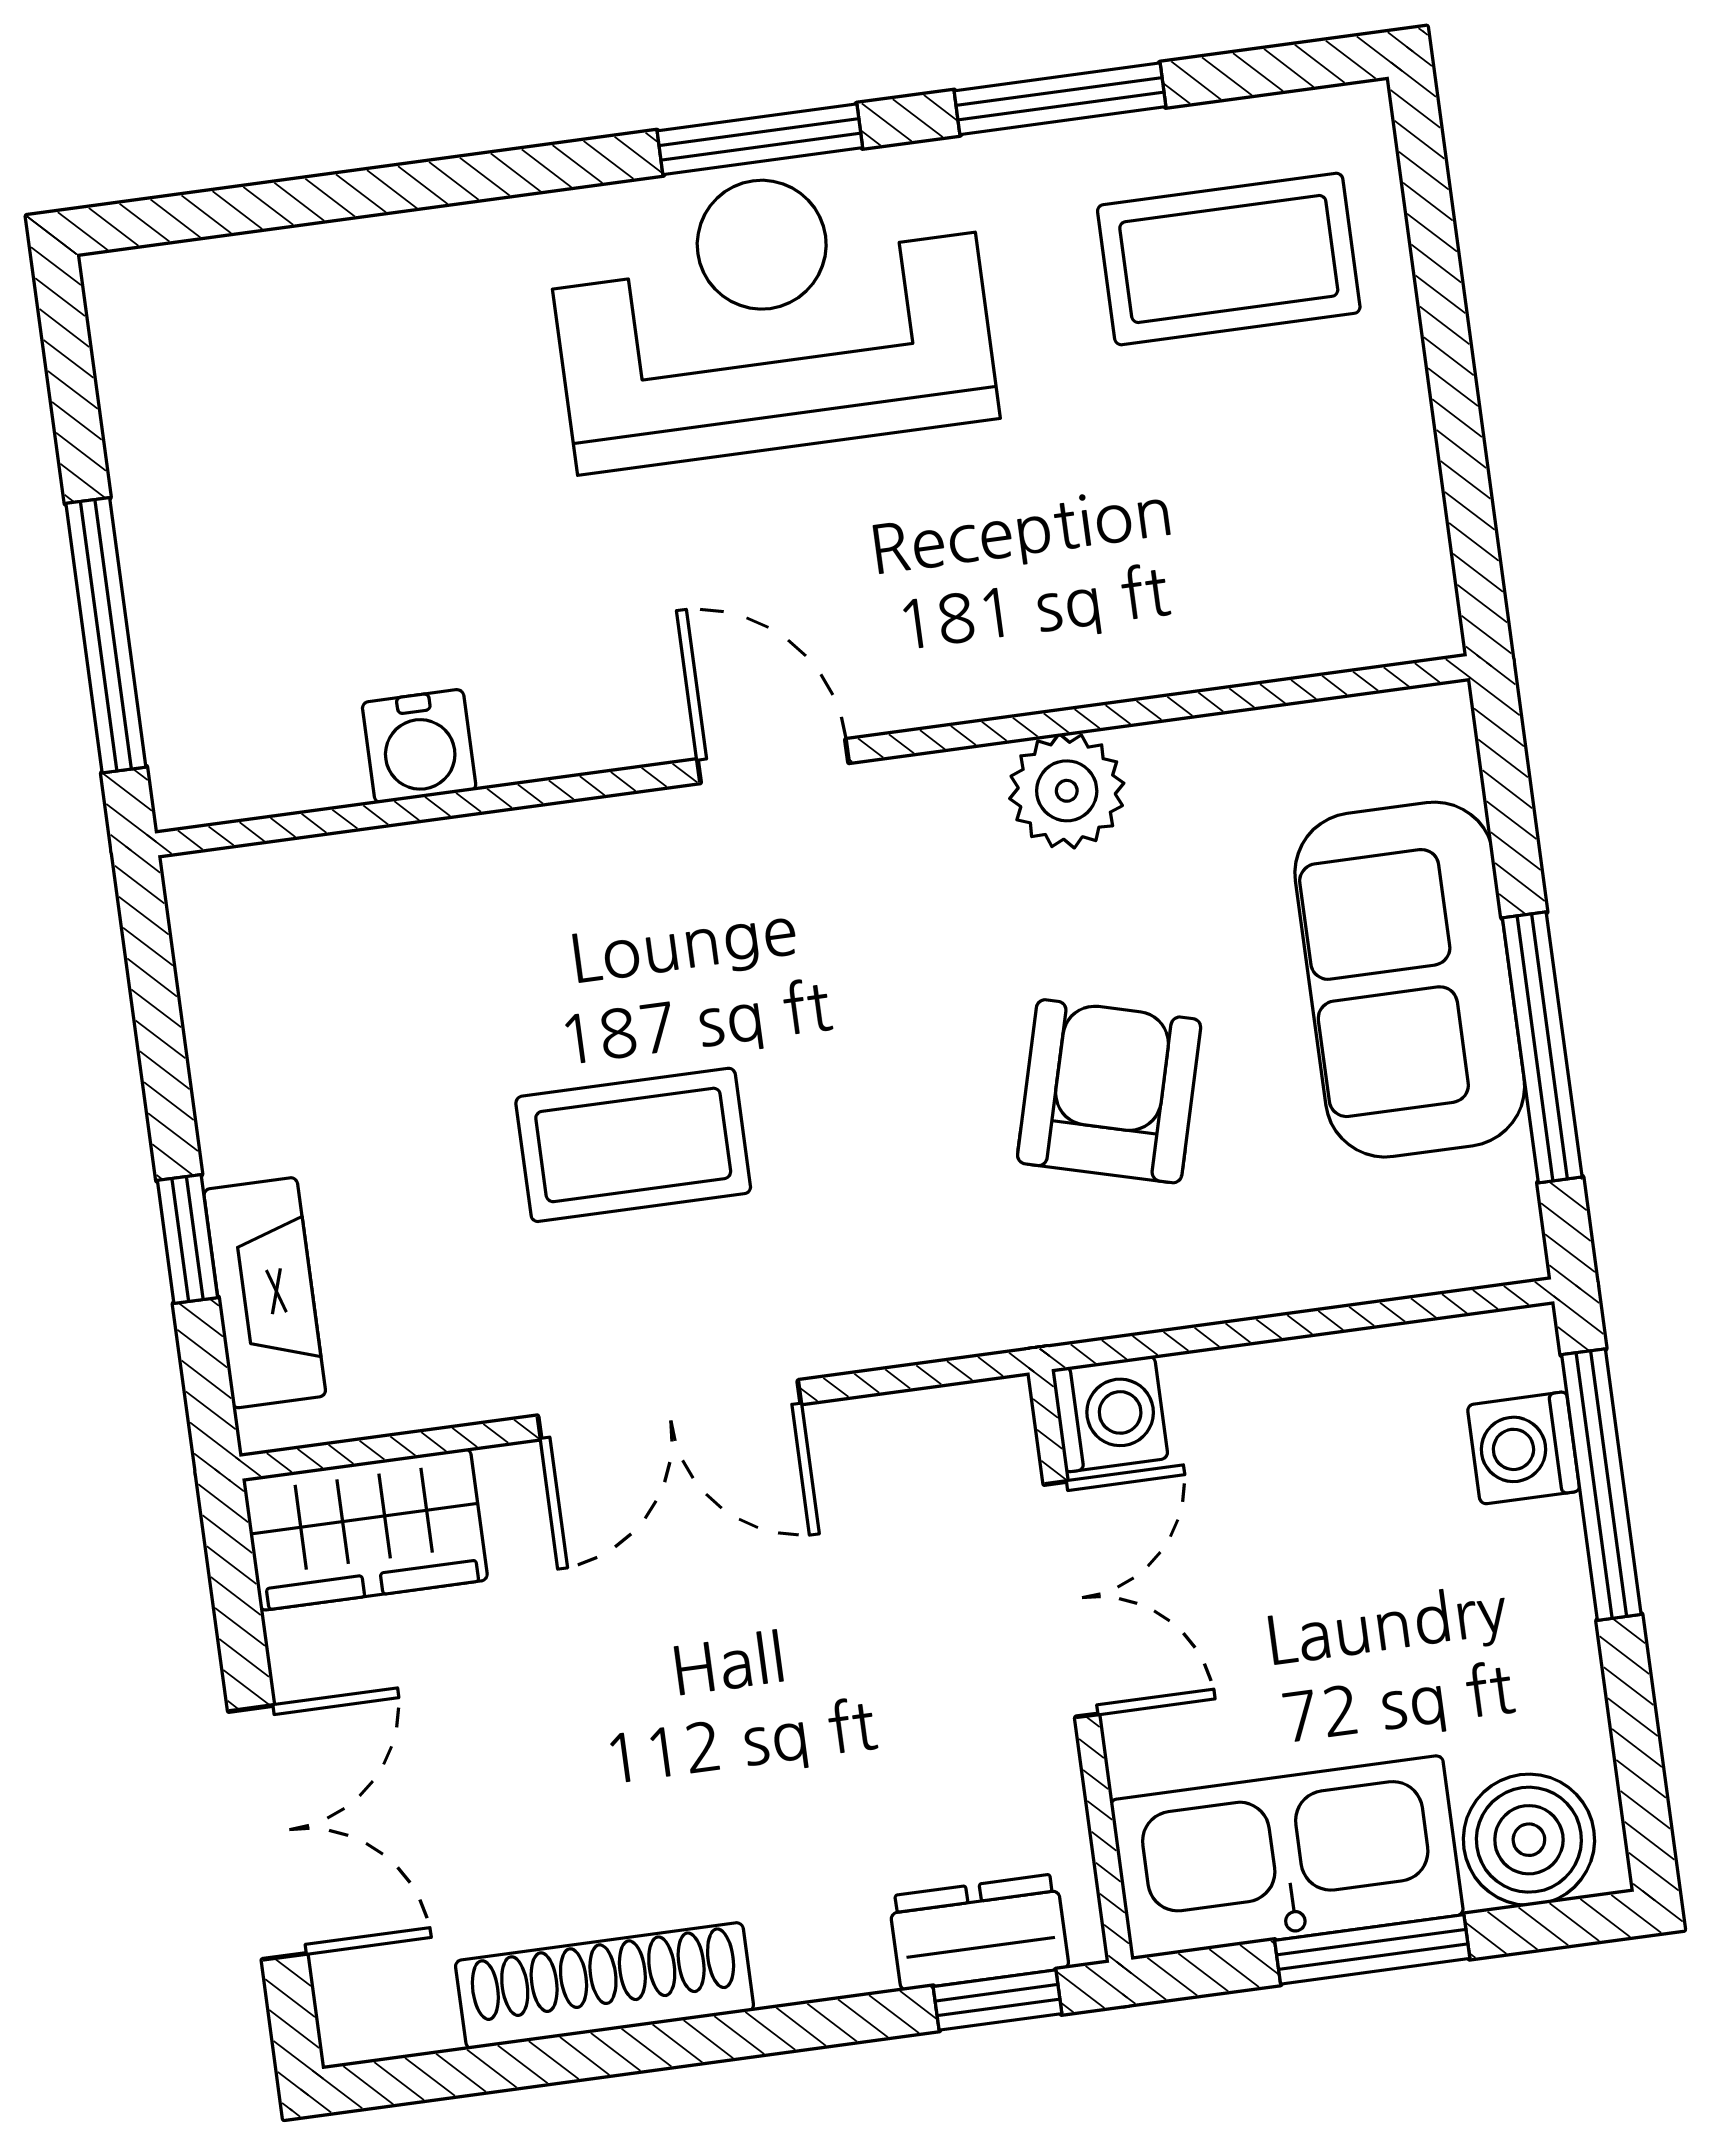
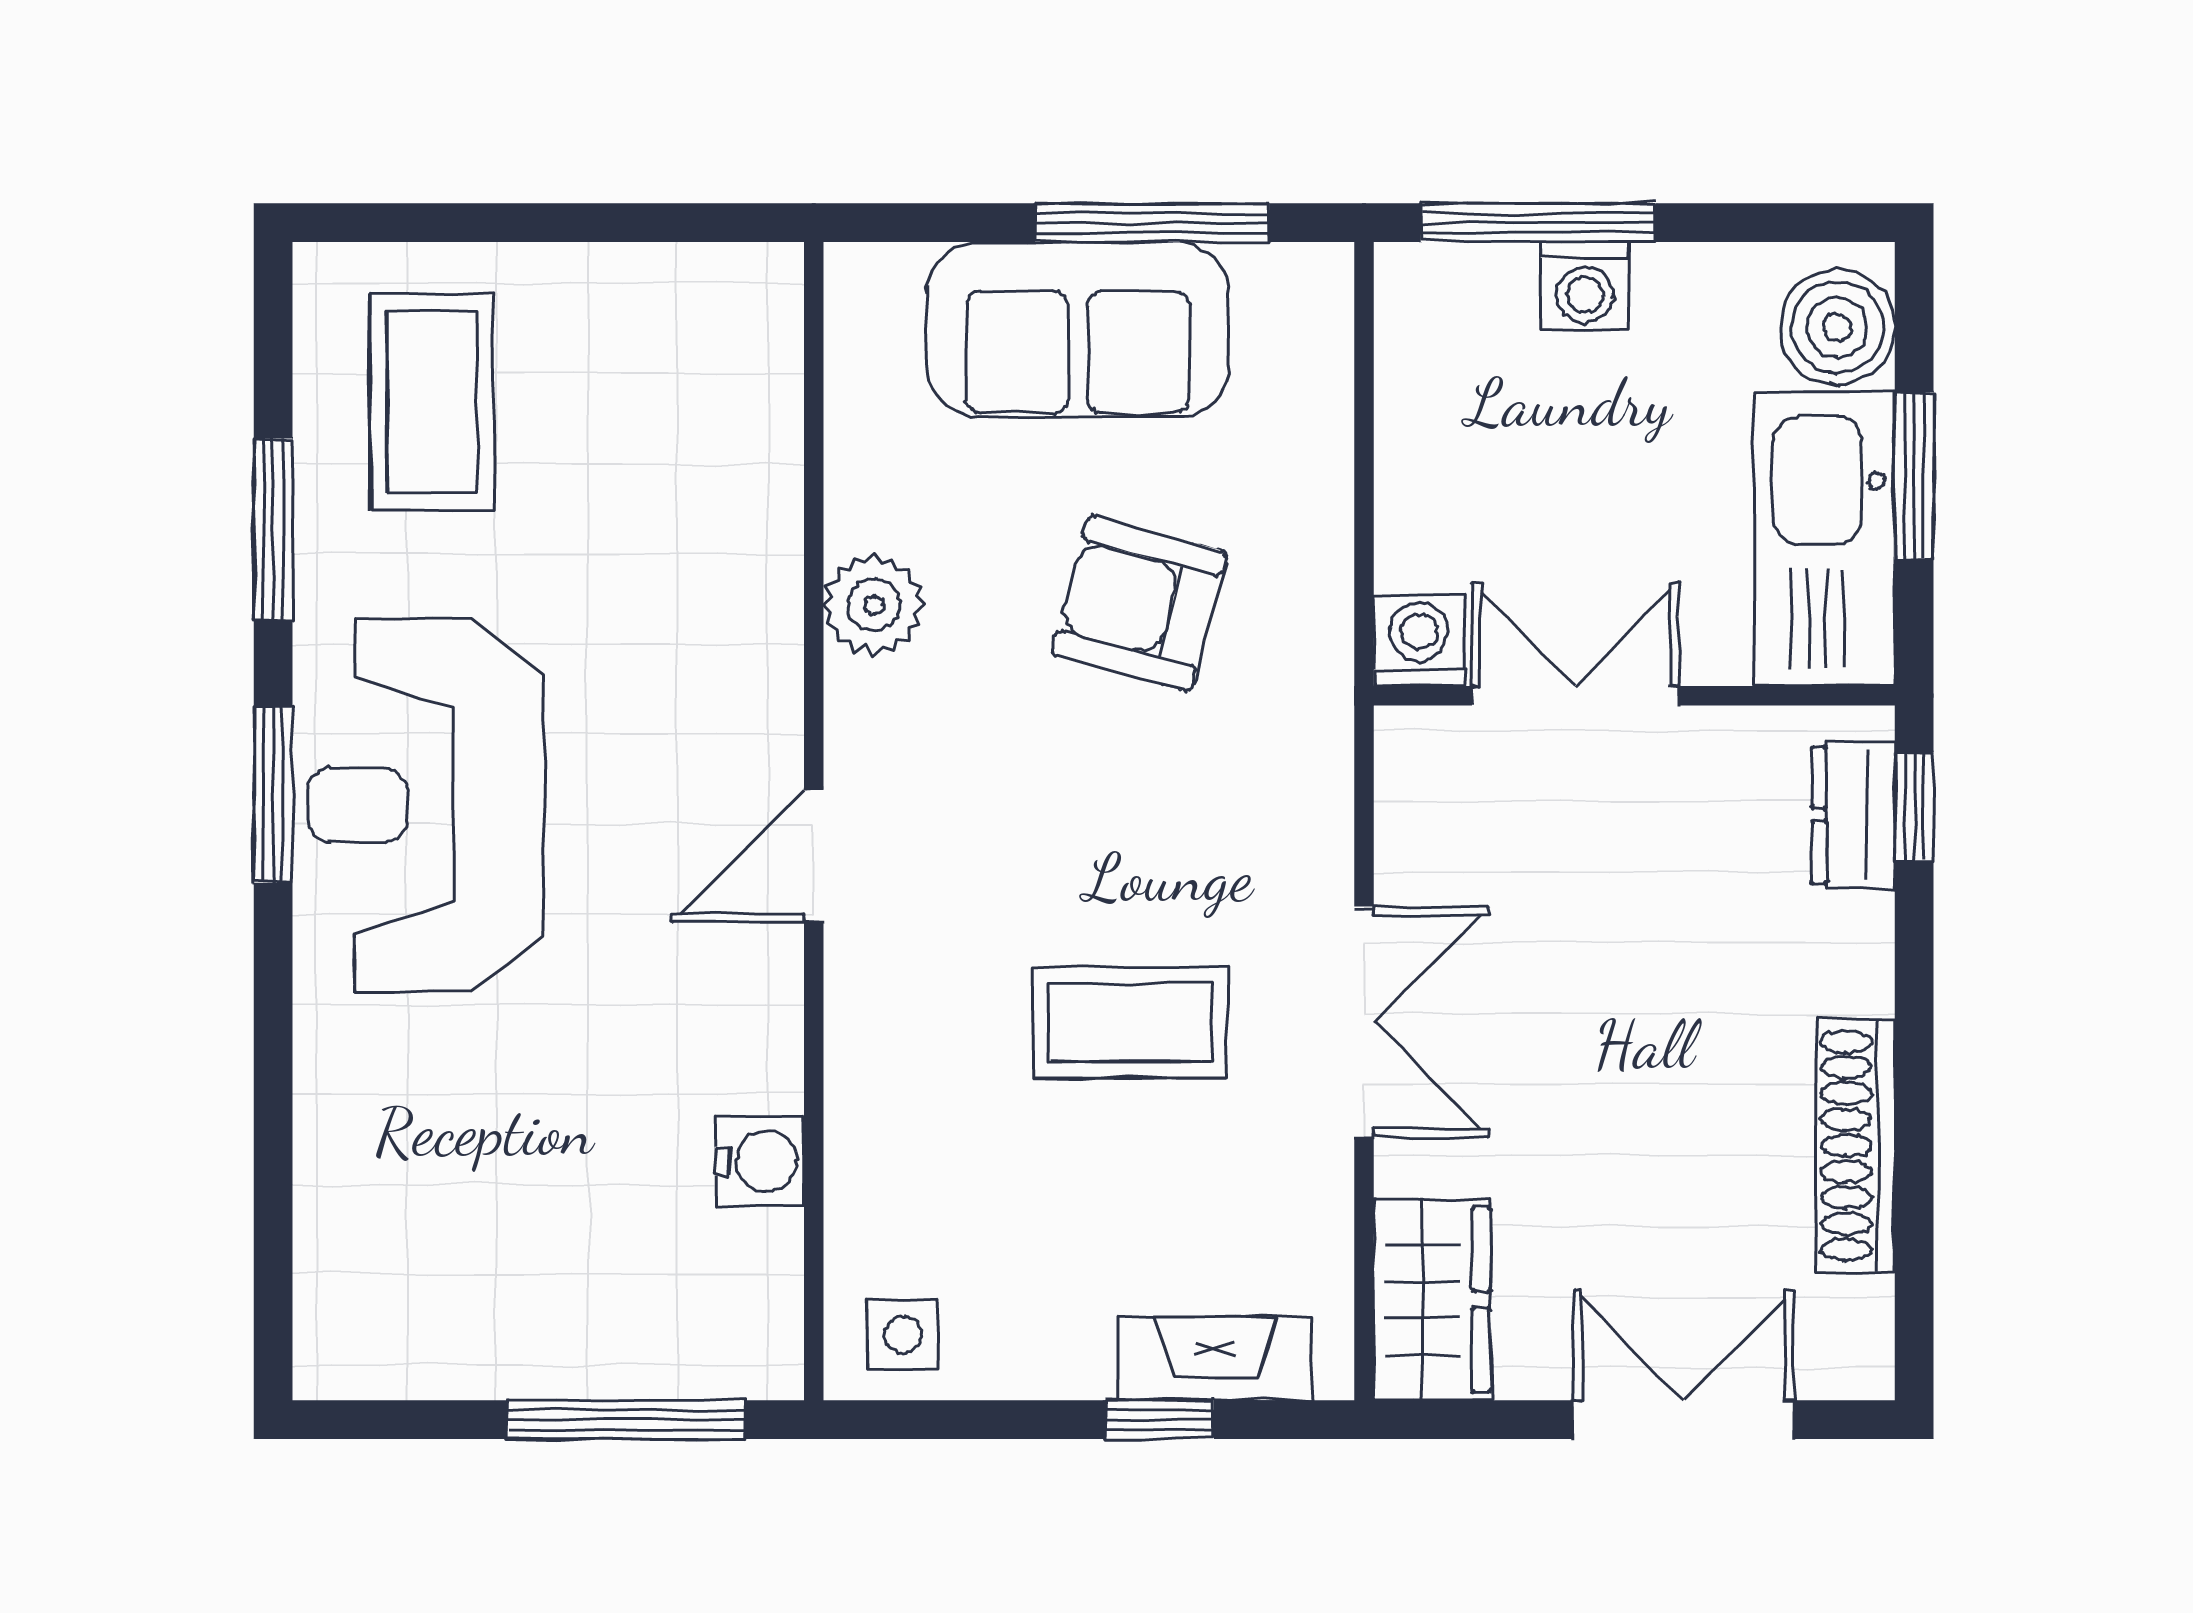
side table: (244, 935) -> (903, 1335), added
coffee table: (633, 1145) -> (1130, 1022), turned 90
washing machine: (1523, 1448) -> (1585, 286), moved

